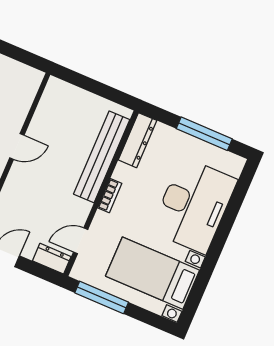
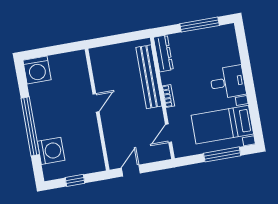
desk: (194, 205) -> (228, 82), width x0.53, depth x0.77
dresser: (52, 259) -> (159, 154), removed
window: (102, 297) -> (222, 154), moved

